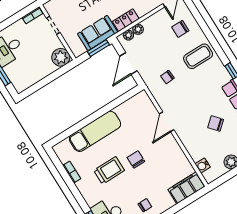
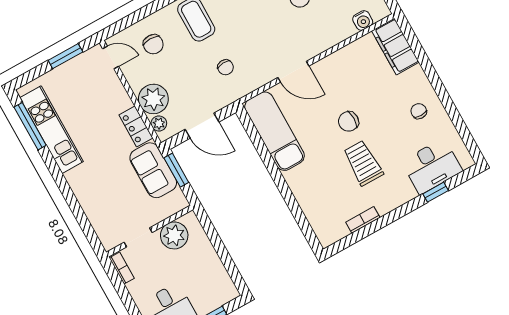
plant: (138, 29) -> (153, 99), width x1.87, depth x1.87
plant: (61, 57) -> (174, 235), moved
exam couch: (95, 131) -> (275, 131), moved

